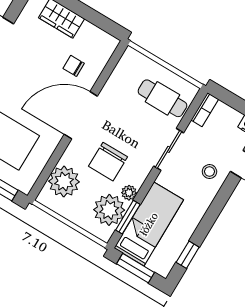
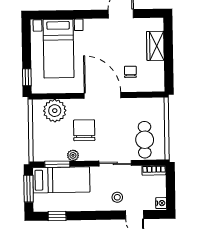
chair: (108, 162) -> (84, 130), turned 90
plant: (109, 210) -> (55, 150), removed

